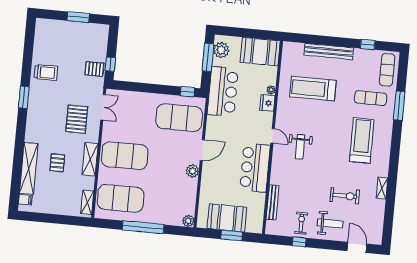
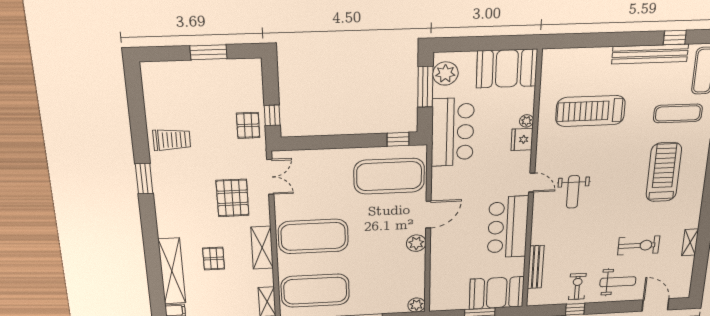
bench: (329, 51) -> (650, 54), moved
pallet: (94, 69) -> (248, 125), turned 90
shelving: (382, 188) -> (690, 242), moved
booth: (227, 218) -> (497, 293), moved

